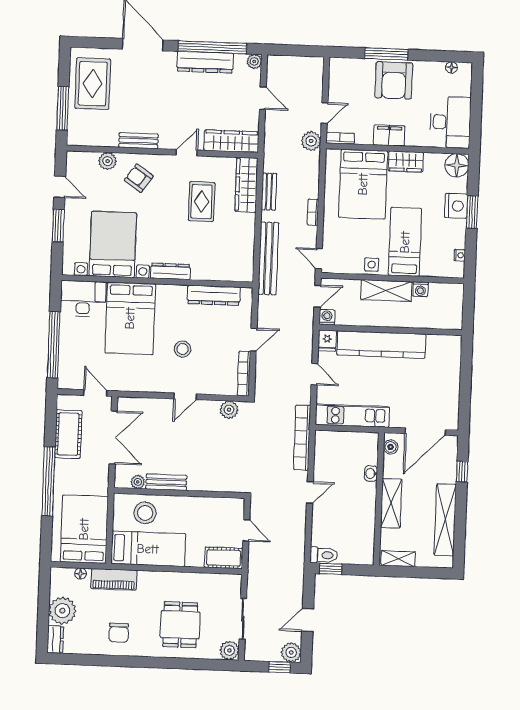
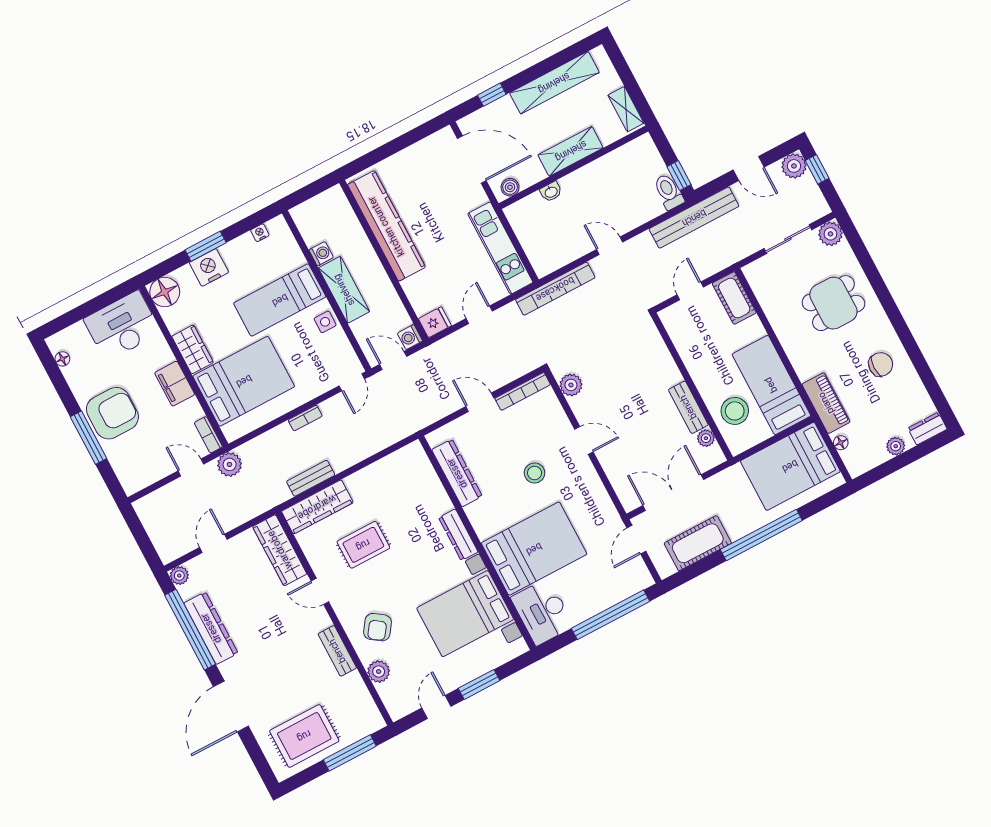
bench: (268, 258) -> (694, 218), moved
kitchen counter: (381, 344) -> (386, 226), moved
plant: (62, 611) -> (896, 446), width x0.53, depth x0.53

